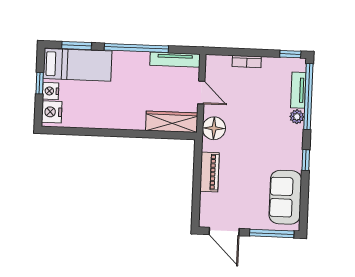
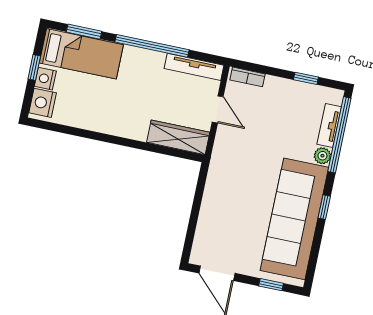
window: (290, 54) -> (306, 78), moved
bookcase: (247, 62) -> (247, 77), moved
floor lamp: (214, 128) -> (225, 153), removed
piano: (210, 172) -> (212, 202), removed
sofa: (285, 197) -> (294, 219), width x1.85, depth x1.27
window: (272, 233) -> (271, 285), width x0.46

